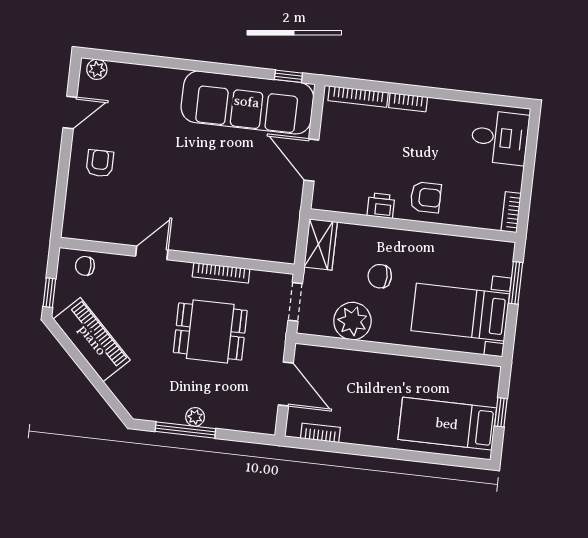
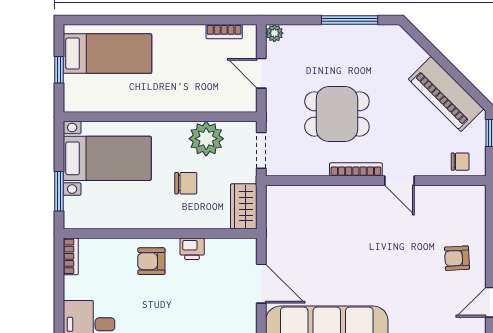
armchair: (100, 163) -> (457, 258), turned 87
door: (152, 253) -> (399, 181), hinge flipped
bookcase: (221, 273) -> (356, 169), moved
door: (286, 384) -> (261, 73), width x0.73
plant: (195, 417) -> (274, 33), moved

